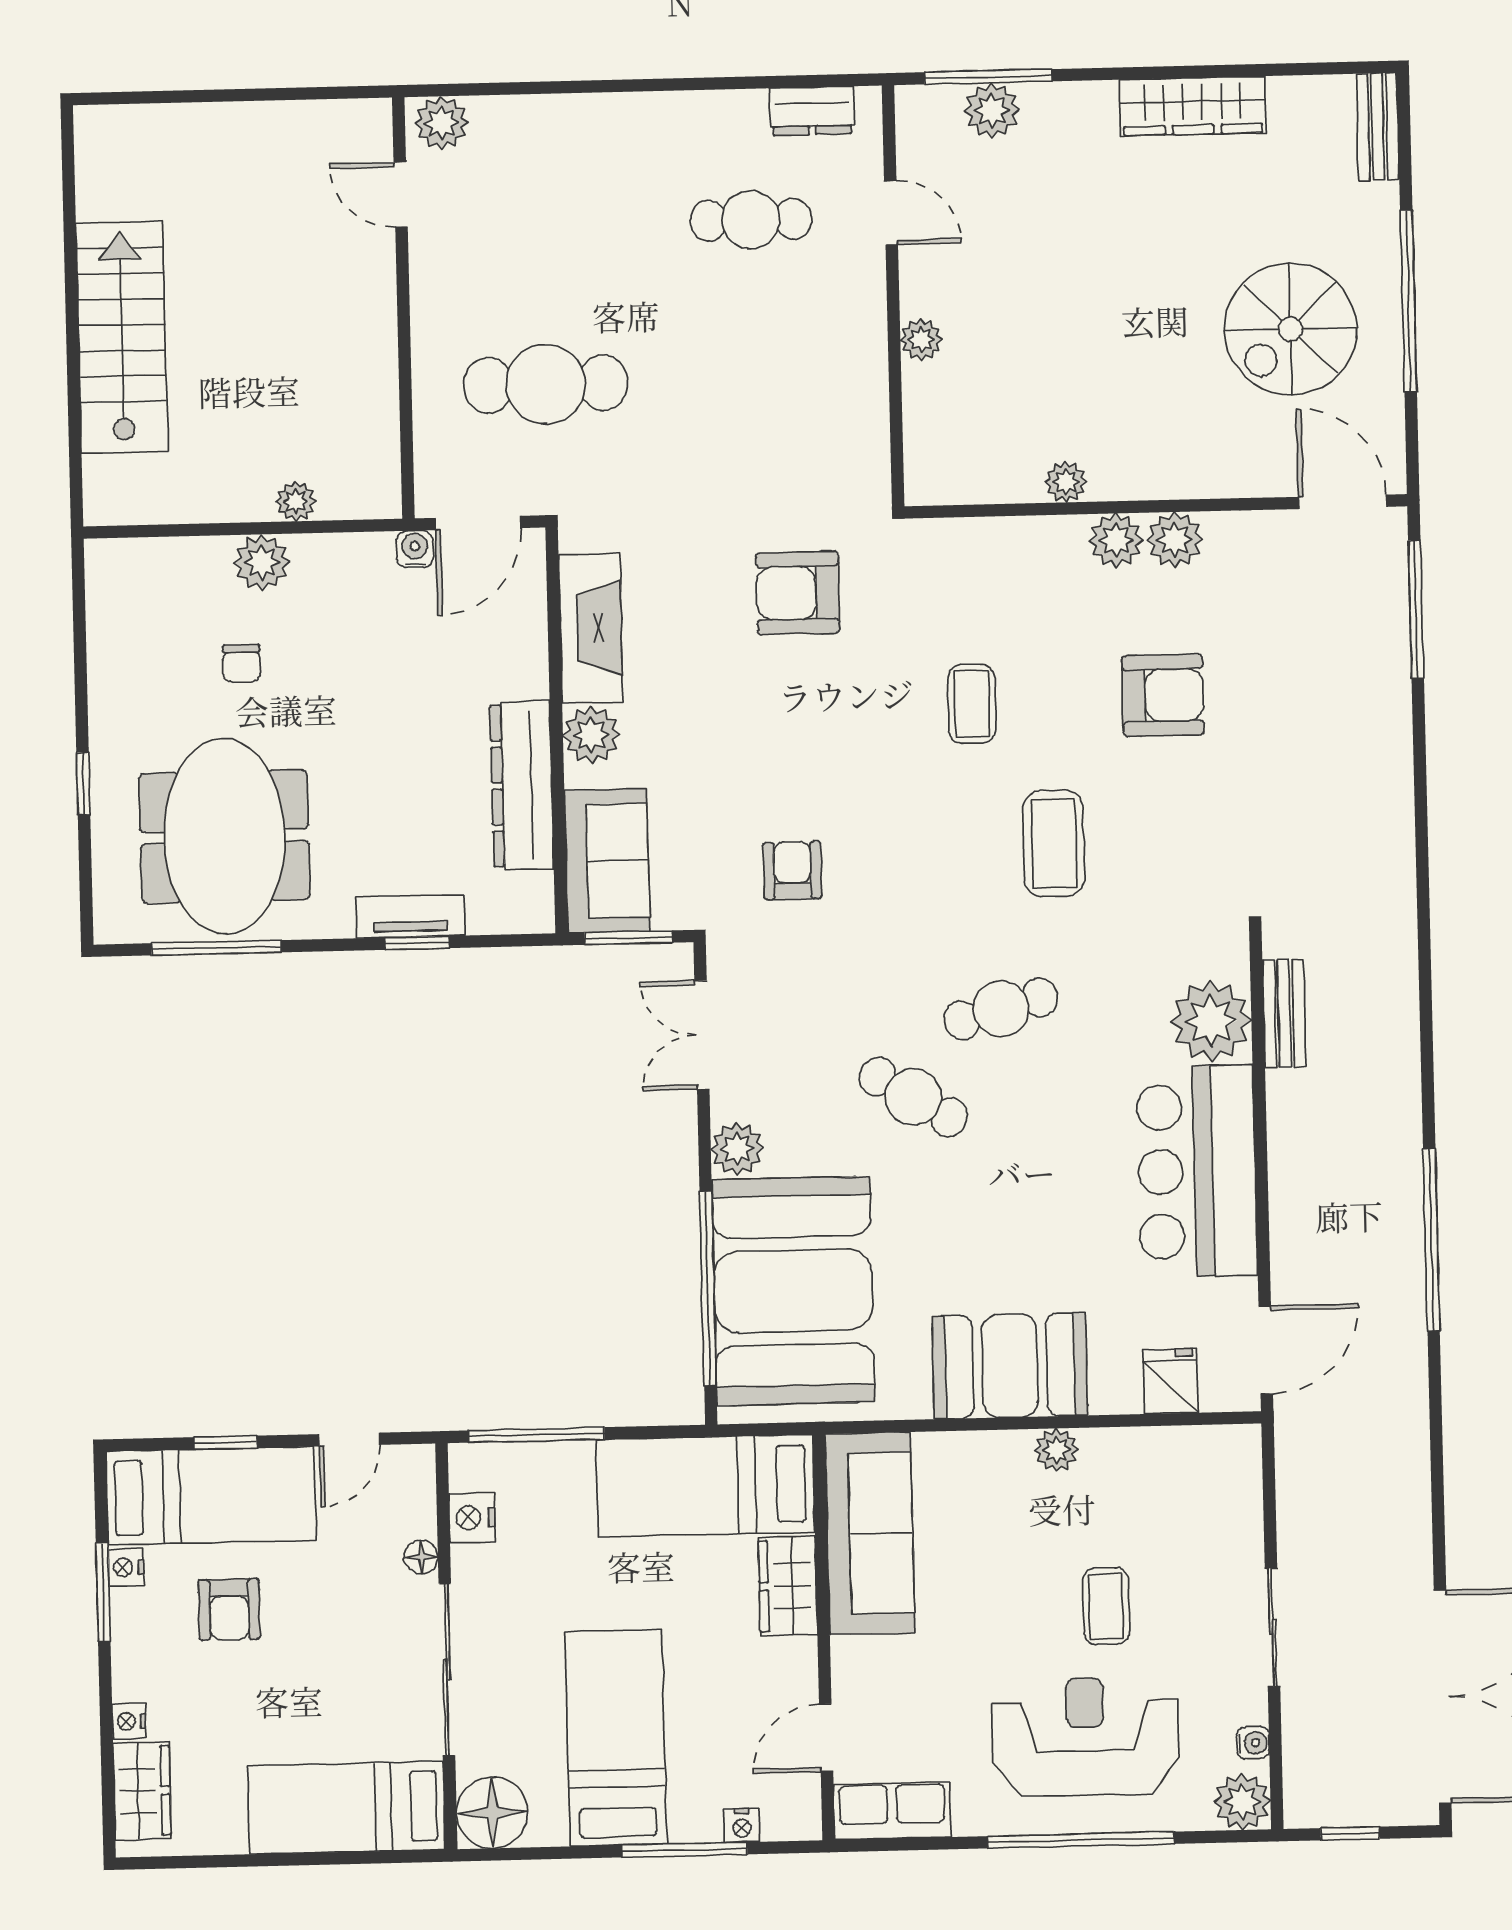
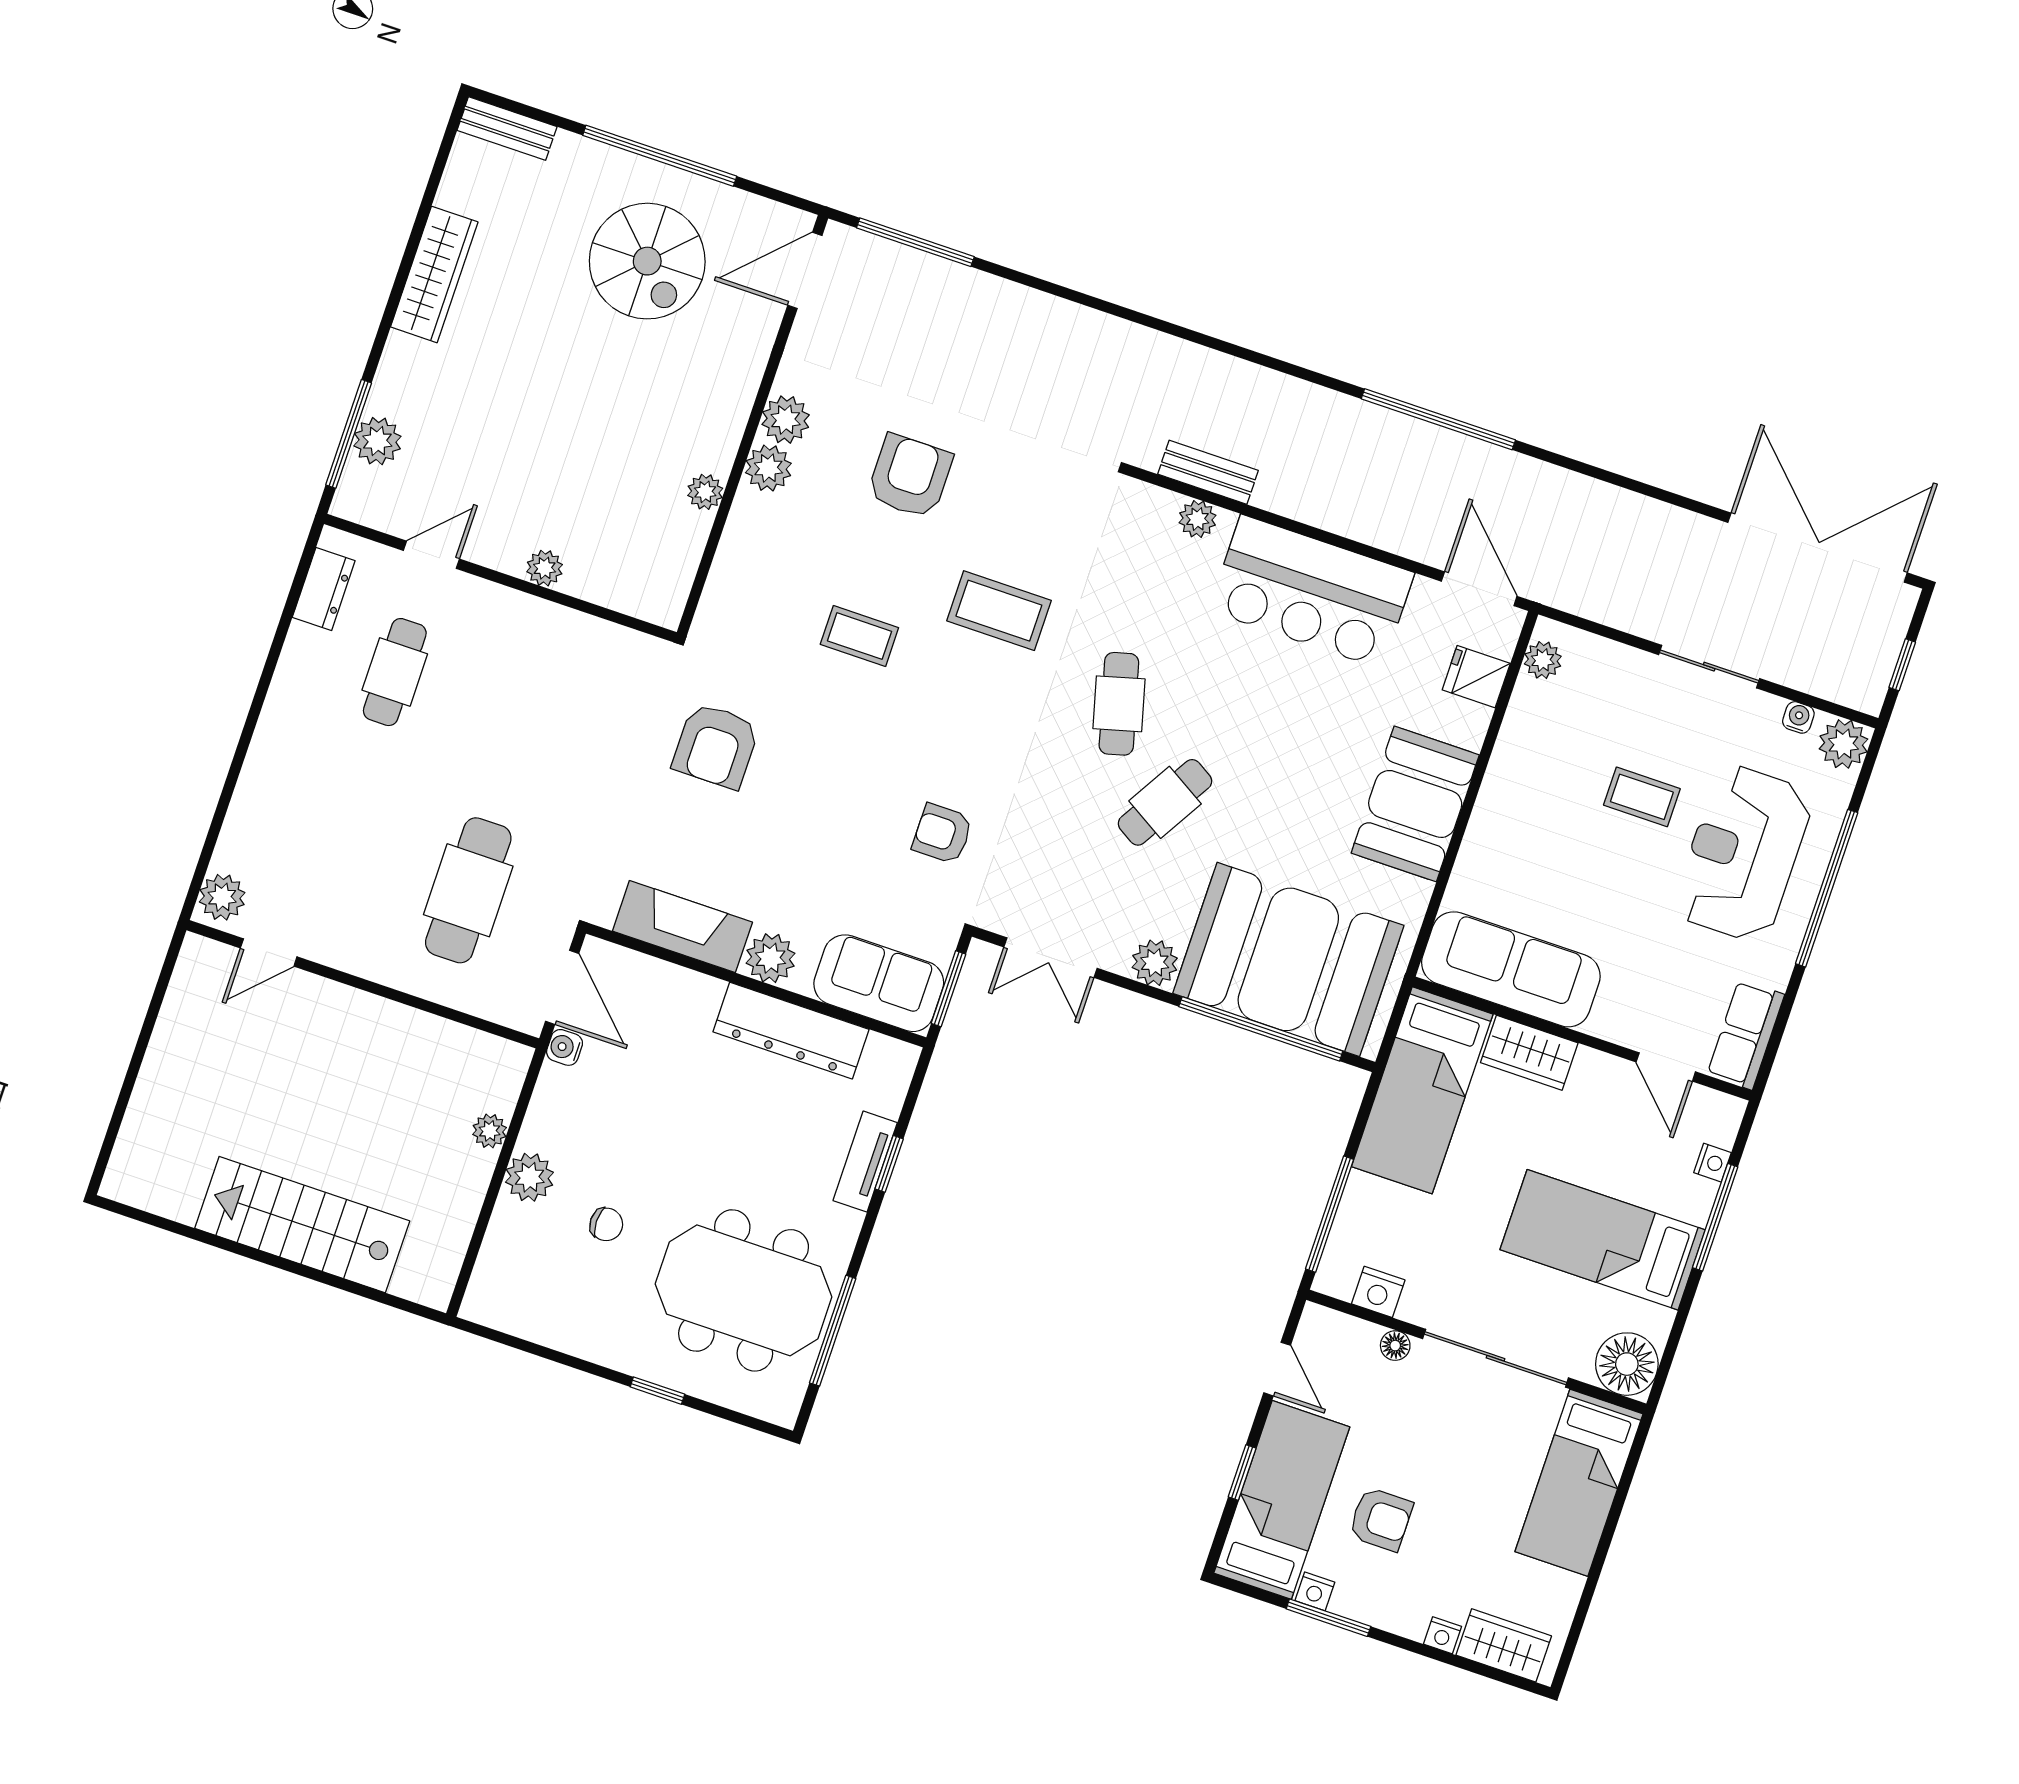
plant: (1211, 1021) -> (1197, 519), width x0.53, depth x0.53
plant: (1056, 1450) -> (1543, 660), moved

